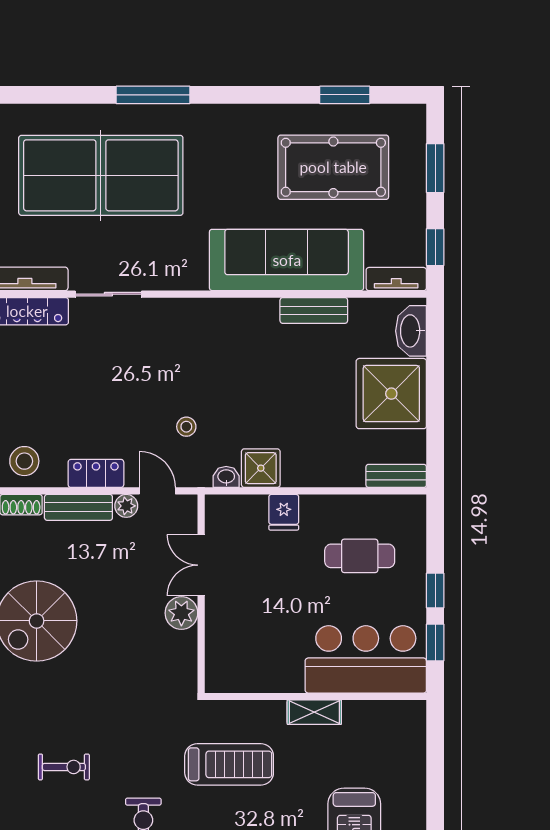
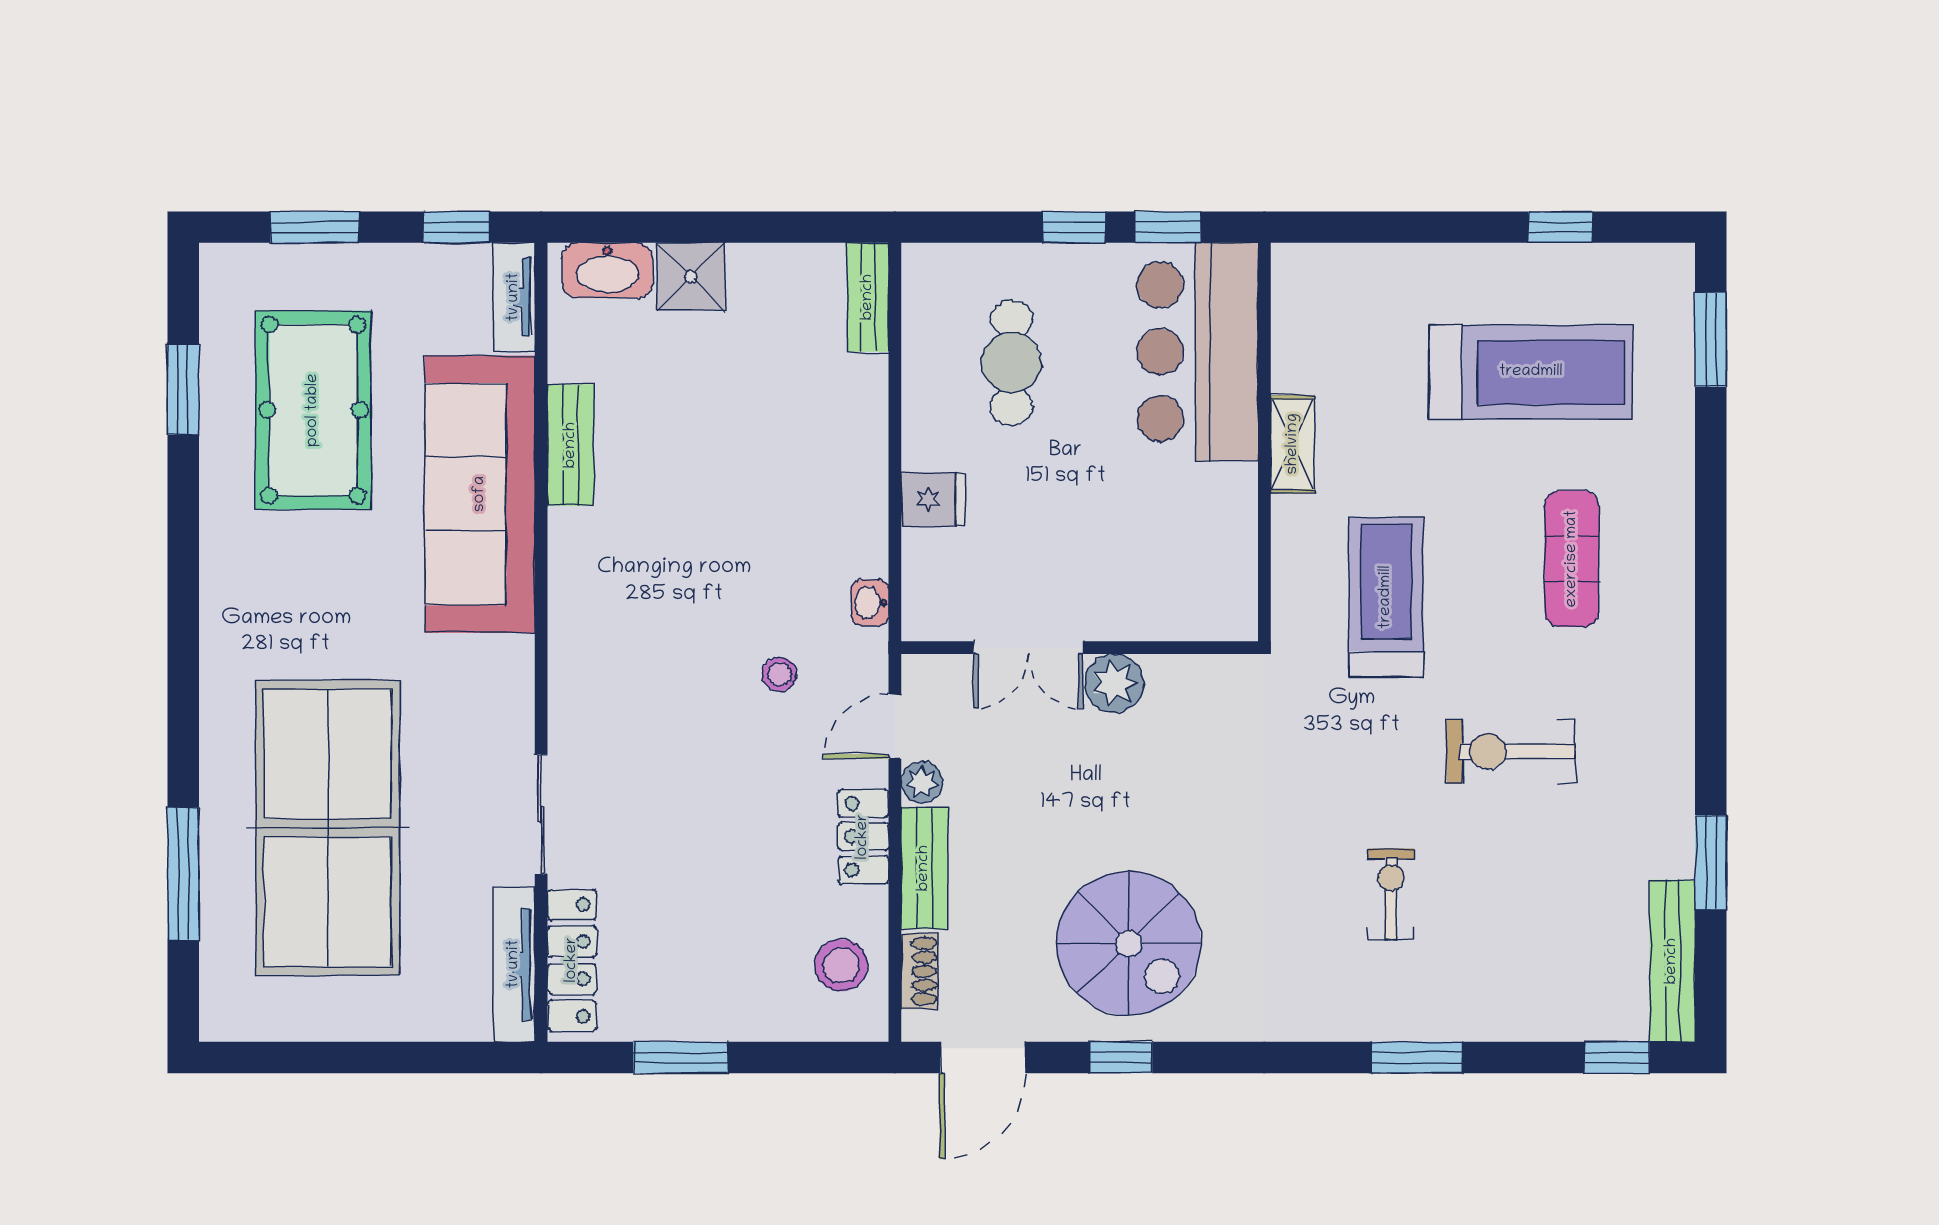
window: (153, 95) -> (183, 874), moved
shower: (391, 394) -> (691, 277), width x0.54, depth x0.54
shower: (261, 468) -> (854, 540), removed

